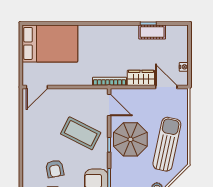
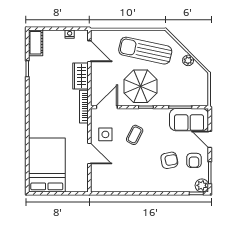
cot: (152, 32) -> (36, 43), moved
door: (37, 87) -> (89, 153), moved
door: (166, 87) -> (89, 51), swing flipped
side table: (81, 103) -> (105, 134), added
coffee table: (81, 133) -> (135, 135), width x0.54, depth x0.58

